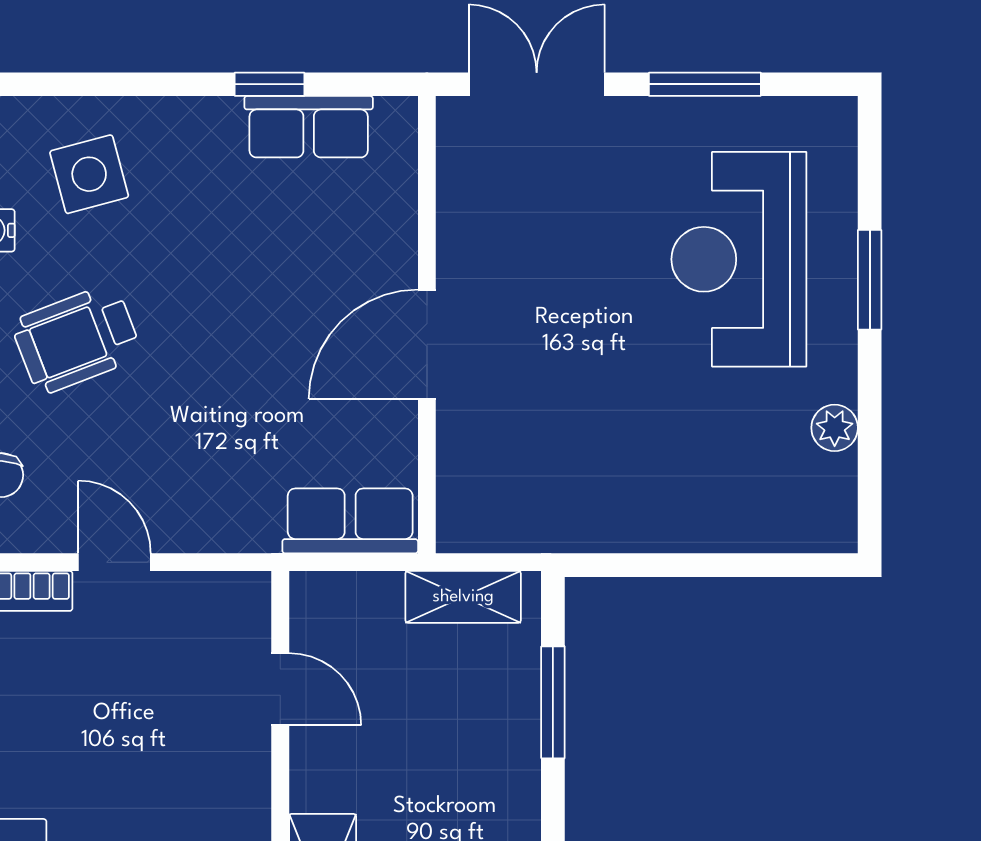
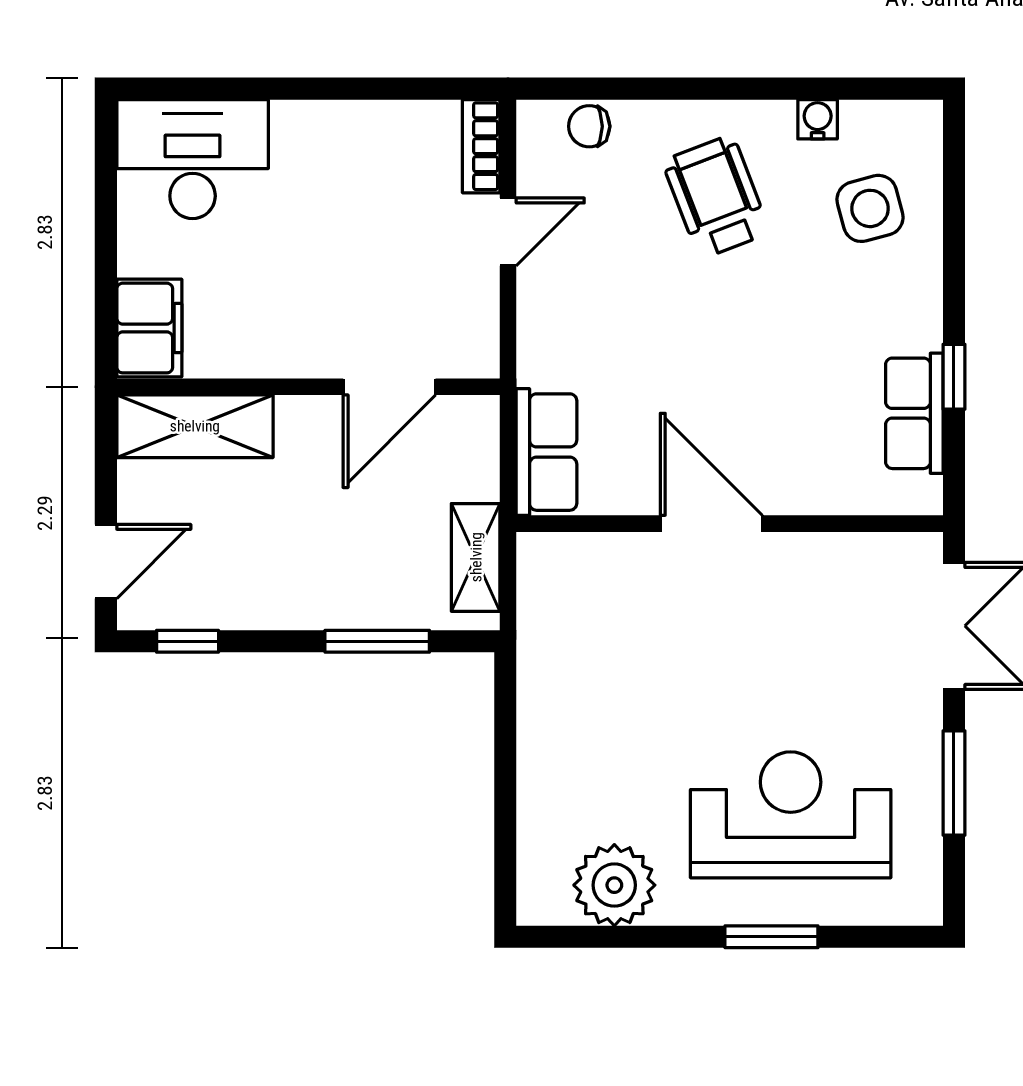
plant: (835, 428) -> (614, 885), width x1.88, depth x1.88
door: (280, 689) -> (389, 387), width x1.38

